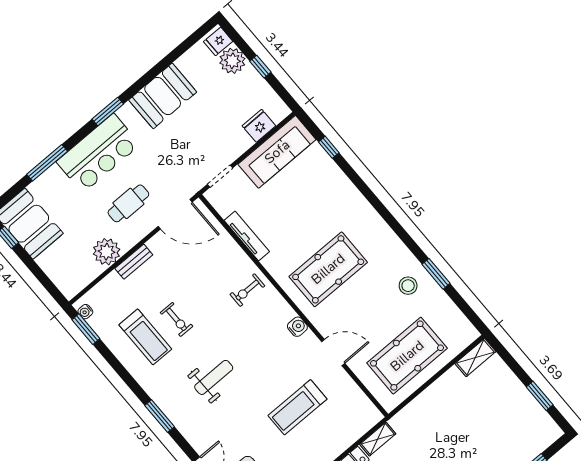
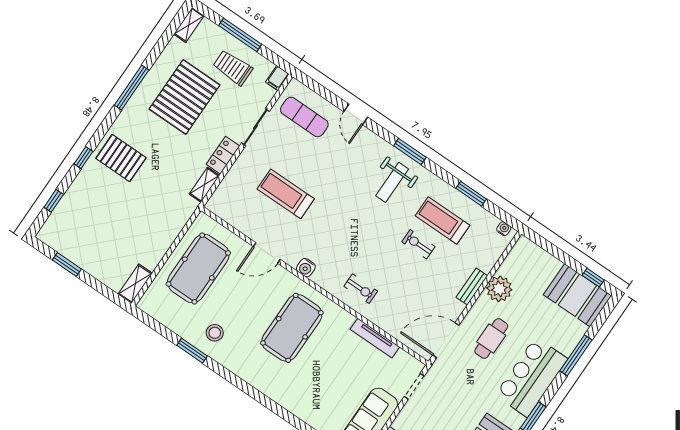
exercise bike: (247, 290) -> (361, 289), turned 90
window: (86, 329) -> (471, 194), moved
weight bench: (214, 377) -> (392, 182), moved
treadmill: (297, 407) -> (286, 194), turned -90

